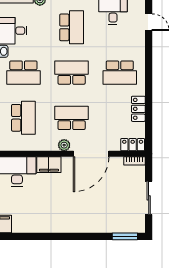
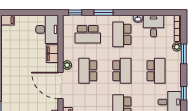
school desk: (72, 27) -> (156, 71), turned -90
school desk: (72, 118) -> (88, 71), turned 180

